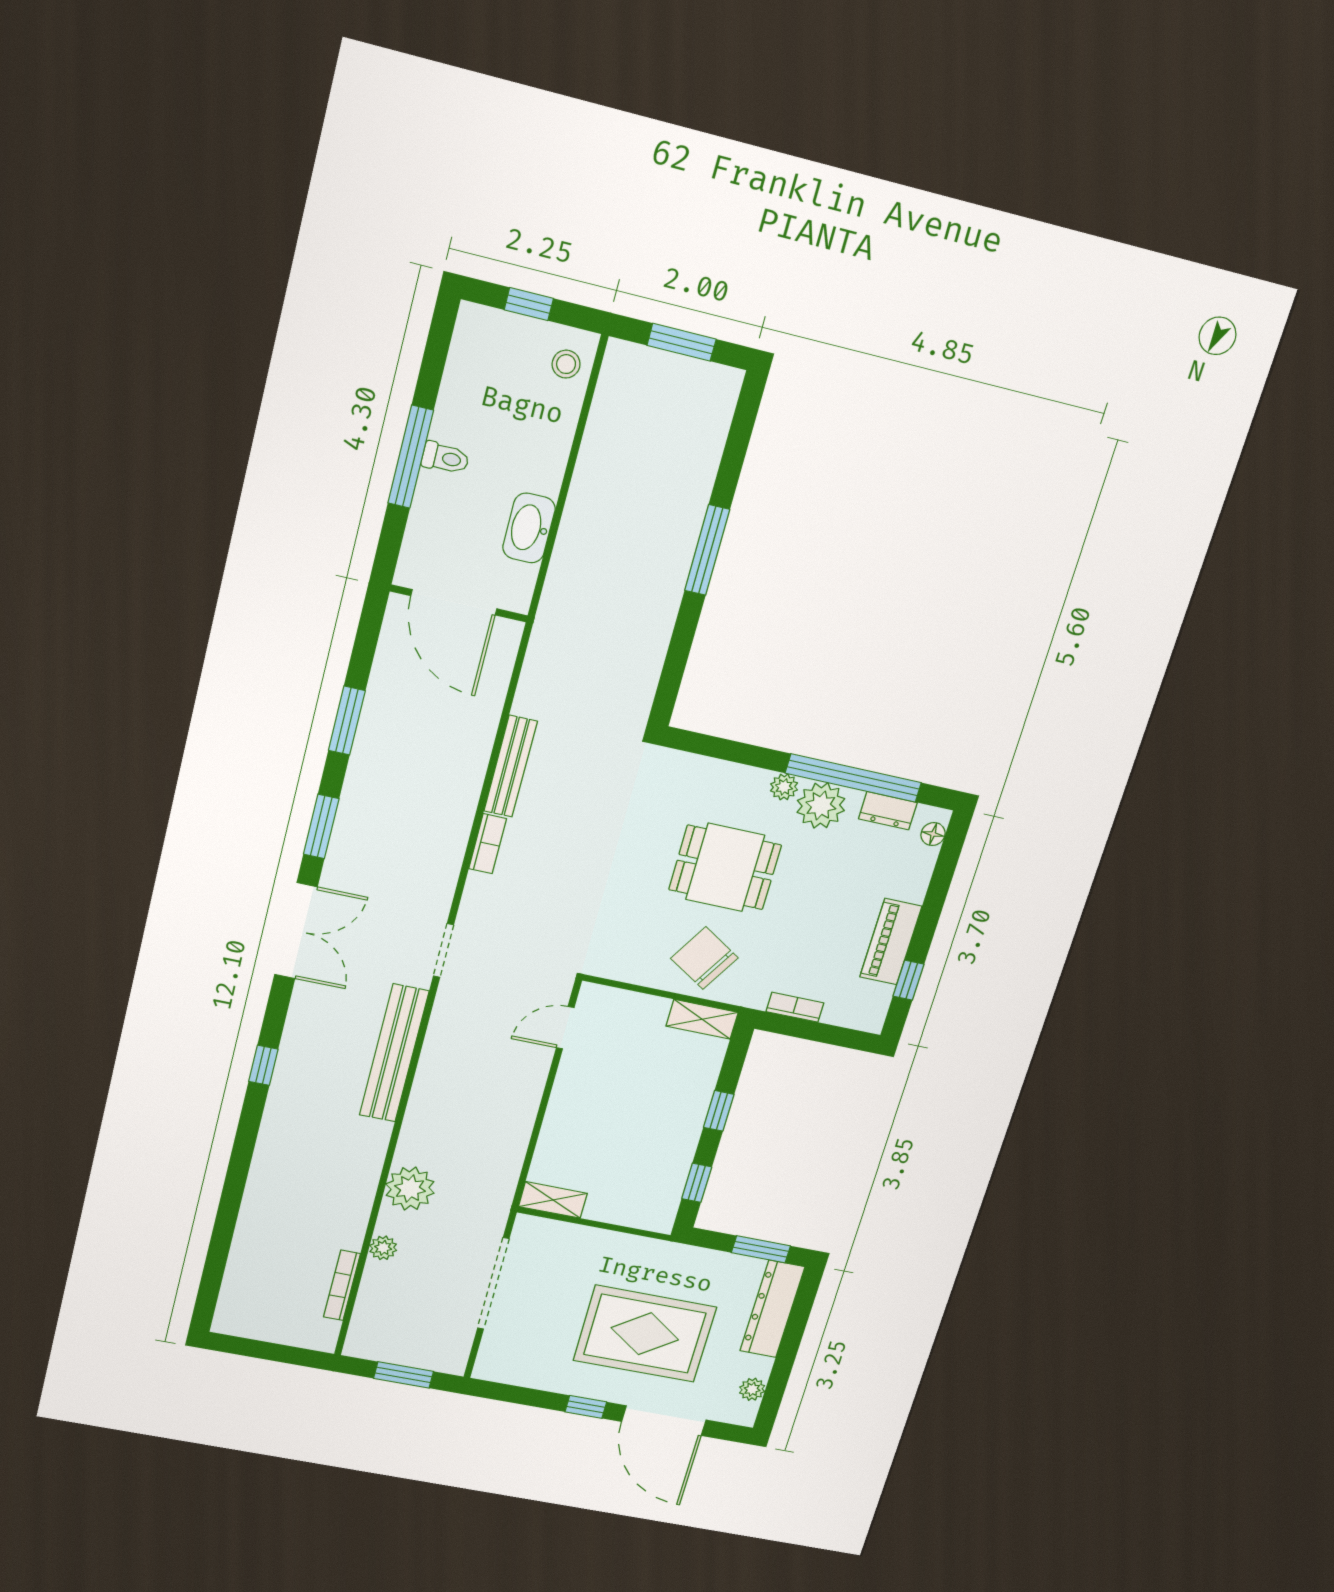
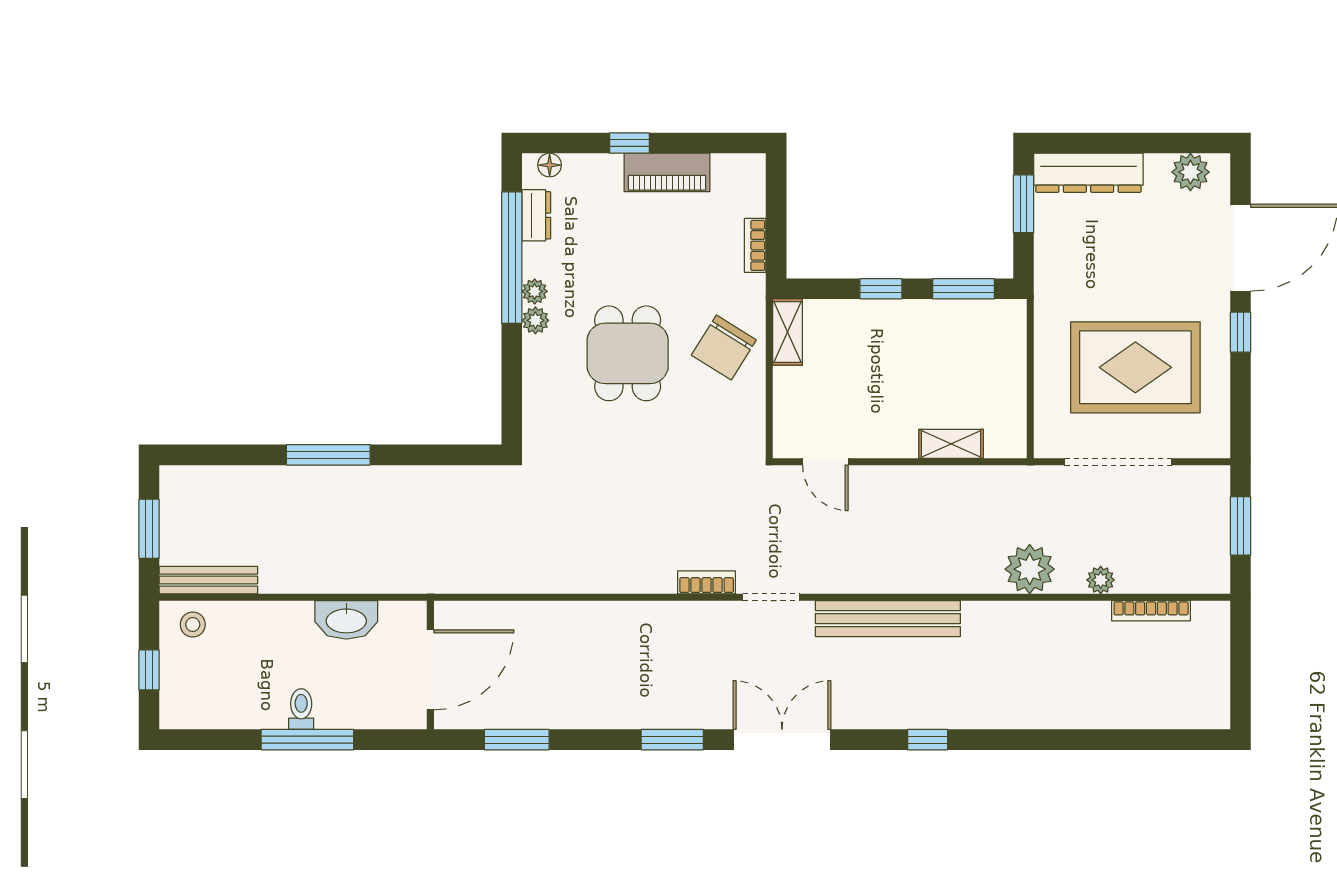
window: (347, 721) -> (517, 740), moved
bench: (511, 766) -> (208, 580), moved
plant: (821, 806) -> (535, 291), width x0.53, depth x0.53
bookcase: (488, 844) -> (707, 582), moved
window: (908, 980) -> (629, 143), moved
window: (697, 1183) -> (964, 289), width x1.50
shelving: (553, 1200) -> (951, 444), moved, turned 90
rug: (645, 1334) -> (1135, 367), moved, turned 90
plant: (752, 1389) -> (1190, 172), width x1.38, depth x1.38

